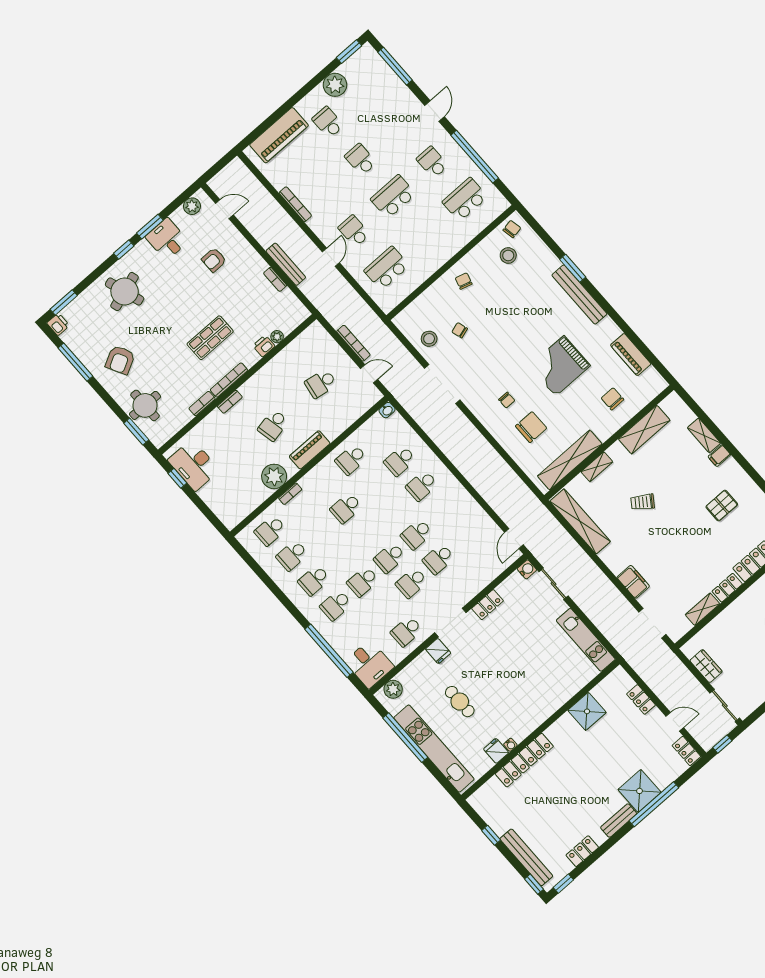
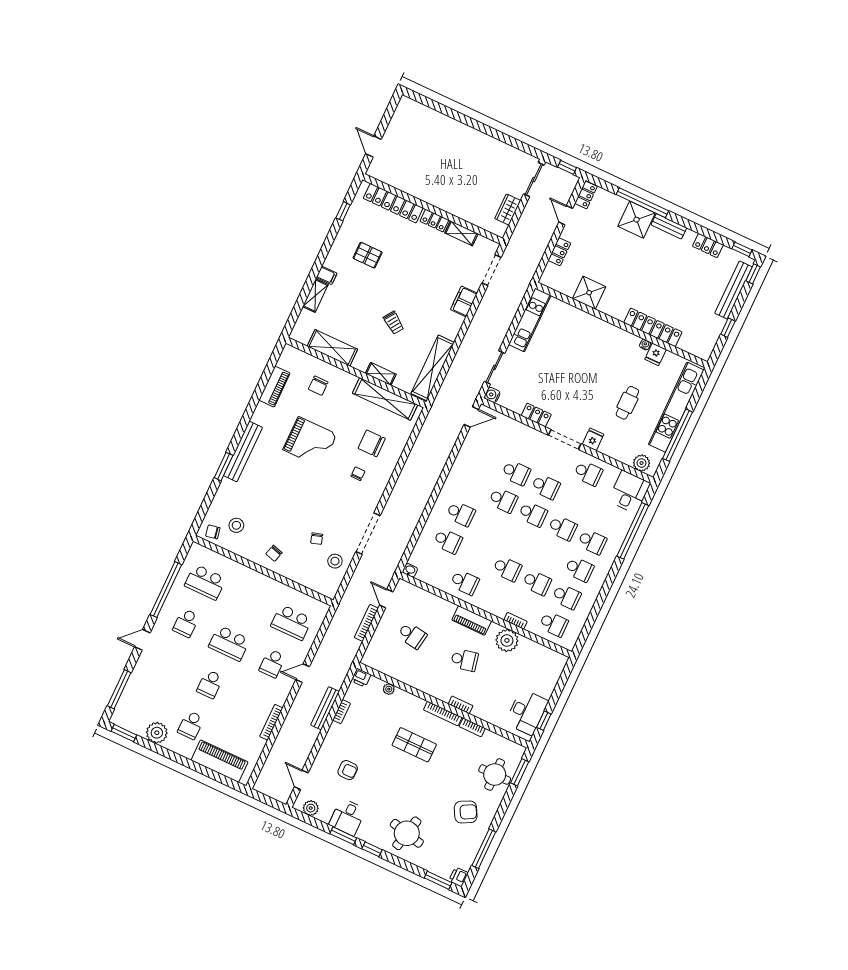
round table: (125, 292) -> (407, 833), turned 31
printer: (264, 346) -> (361, 678), moved
school desk: (319, 532) -> (537, 583), added

